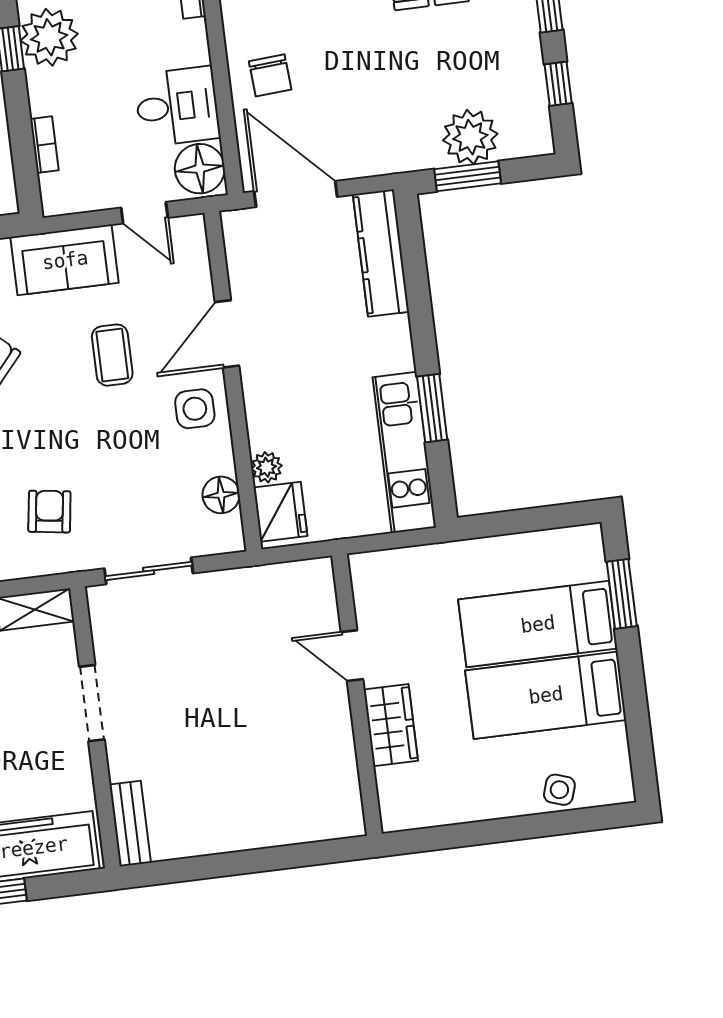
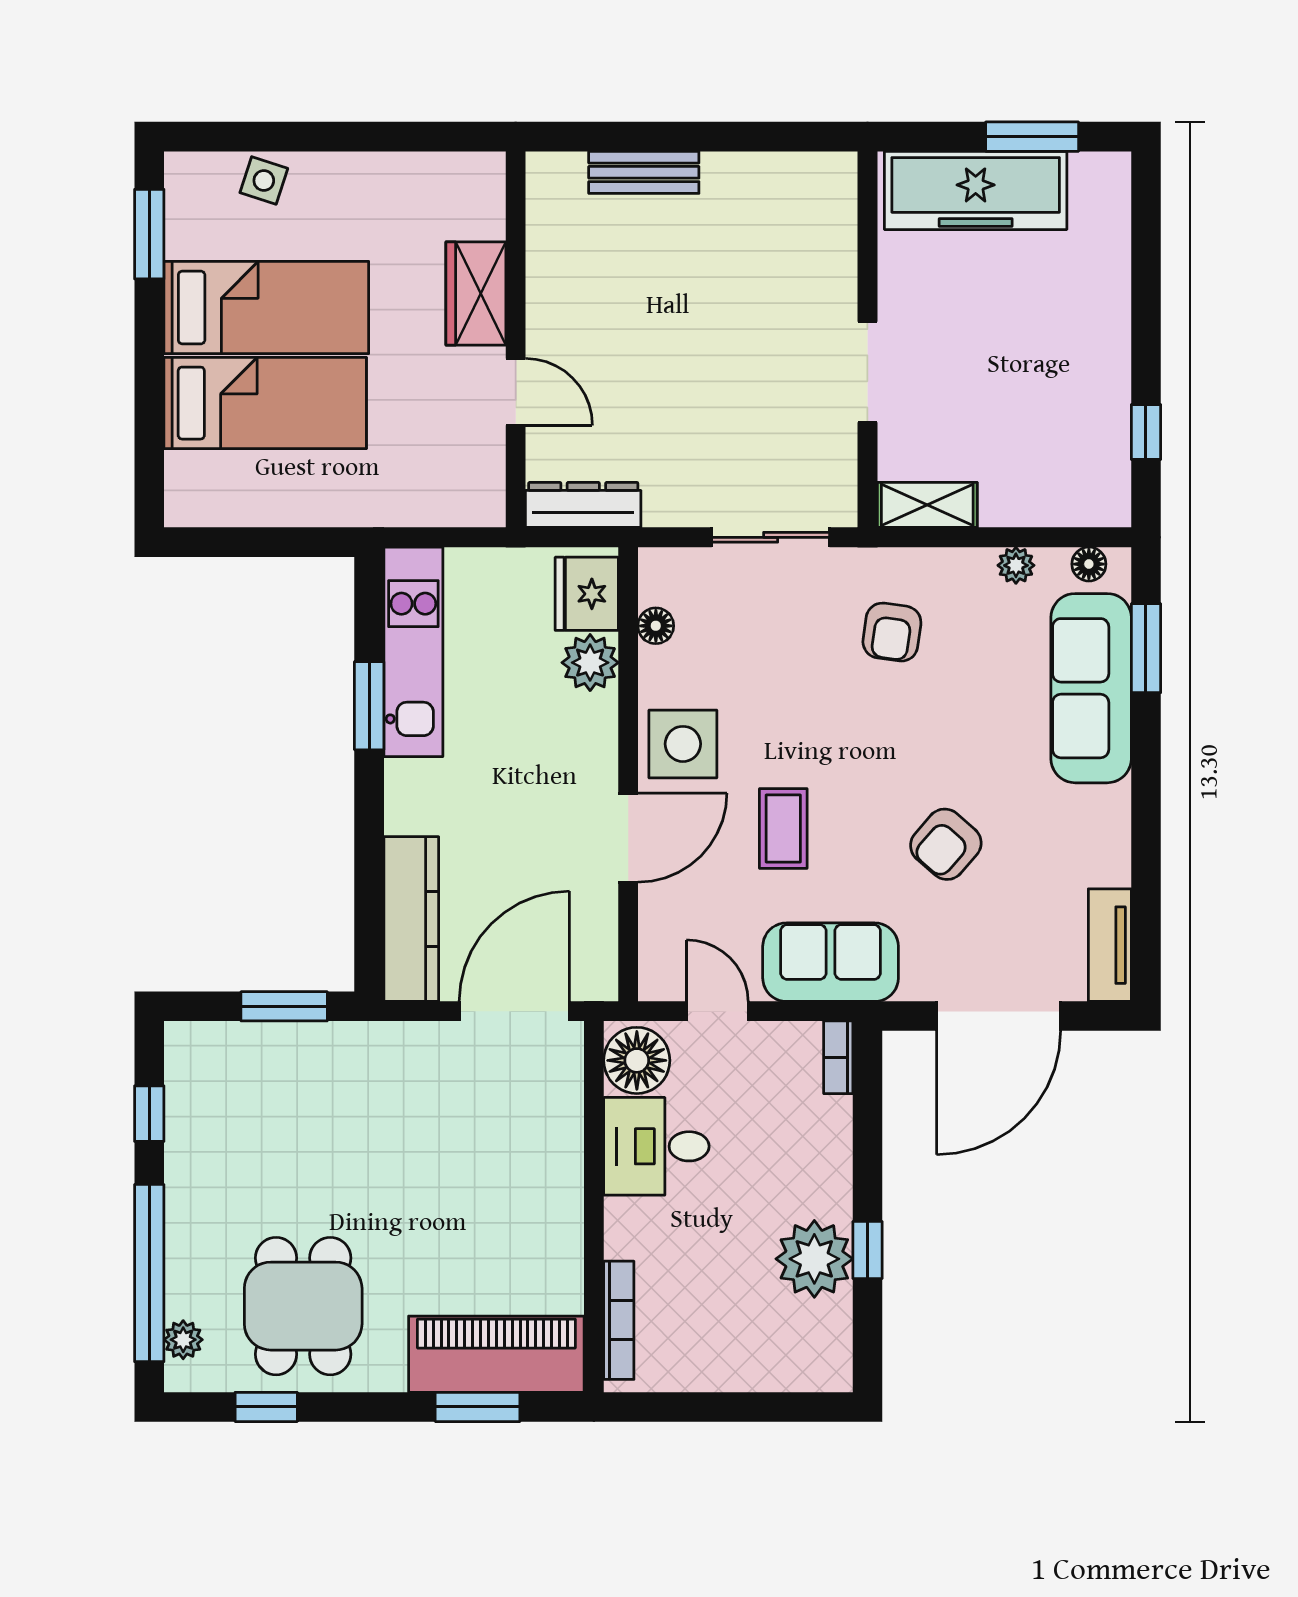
chair: (270, 75) -> (529, 1172), removed
plant: (470, 137) -> (274, 1058), removed
bookcase: (44, 145) -> (838, 1057), moved
door: (296, 194) -> (514, 1011), swing flipped
side table: (195, 409) -> (683, 744), width x1.37, depth x1.37
plant: (267, 467) -> (590, 663), width x1.38, depth x1.38
floor lamp: (221, 495) -> (656, 626), width x0.73, depth x0.73
dresser: (291, 578) -> (583, 505), added
window: (622, 594) -> (149, 234), moved
bench: (130, 824) -> (644, 172), moved, turned 90

